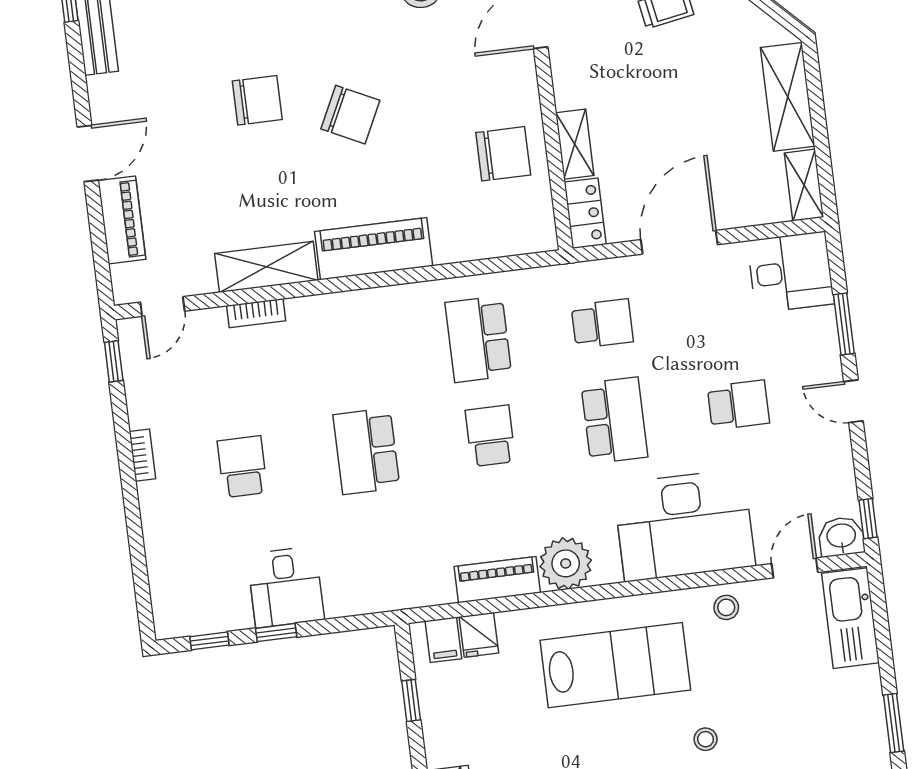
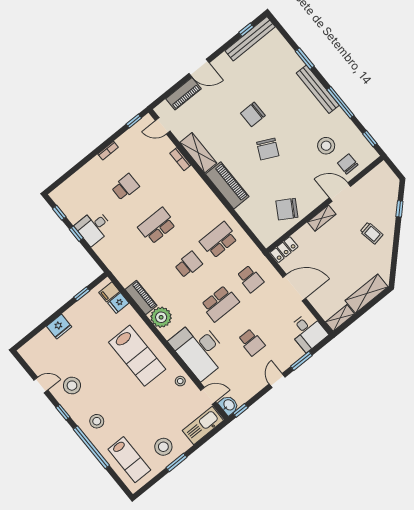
chair: (257, 100) -> (253, 114), turned 90
shelving: (575, 144) -> (322, 218), moved
chair: (503, 154) -> (287, 209), turned 121
stool: (706, 739) -> (163, 447), moved, width x1.89, depth x1.89

